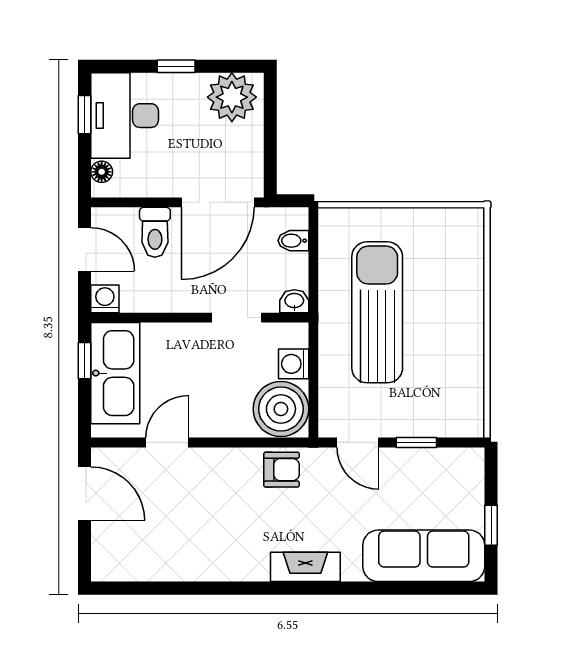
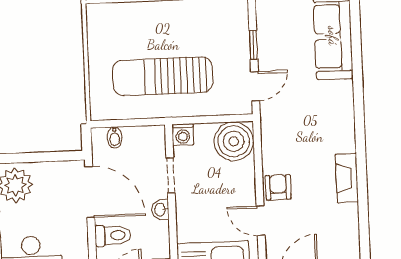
washbasin: (294, 301) -> (160, 210), moved
washing machine: (294, 364) -> (183, 134), moved
armchair: (282, 470) -> (278, 187), moved
fireplace: (305, 567) -> (347, 178), moved

